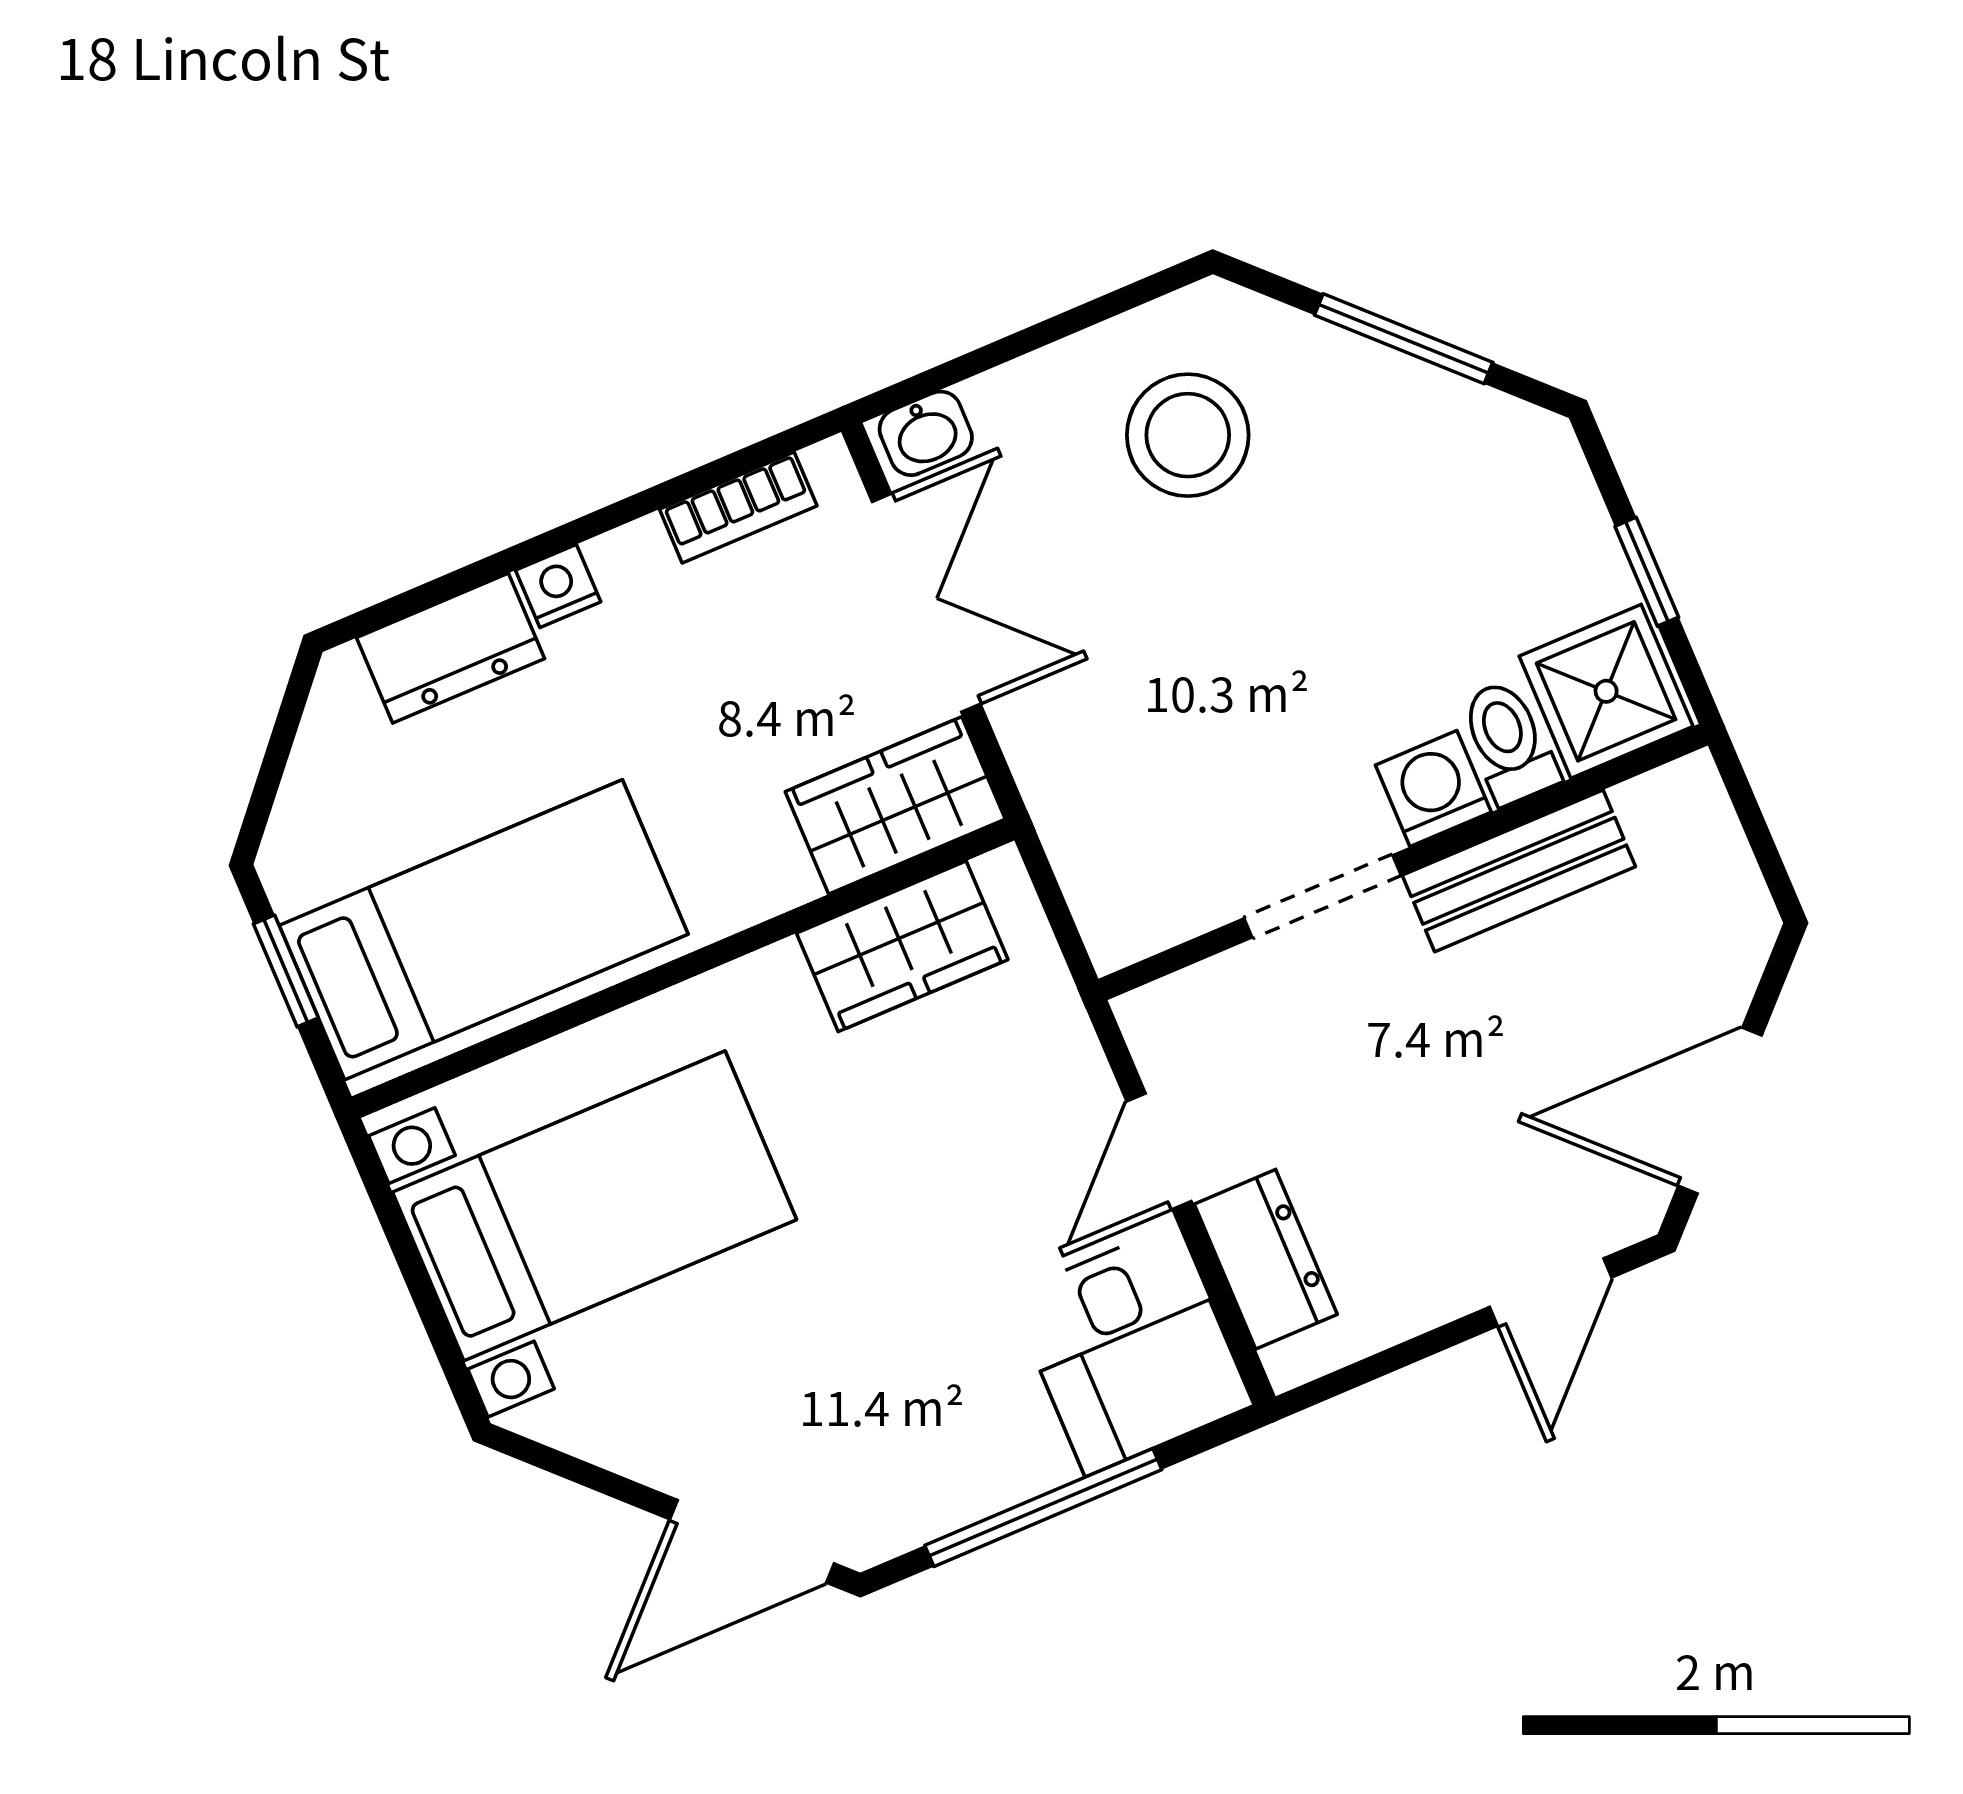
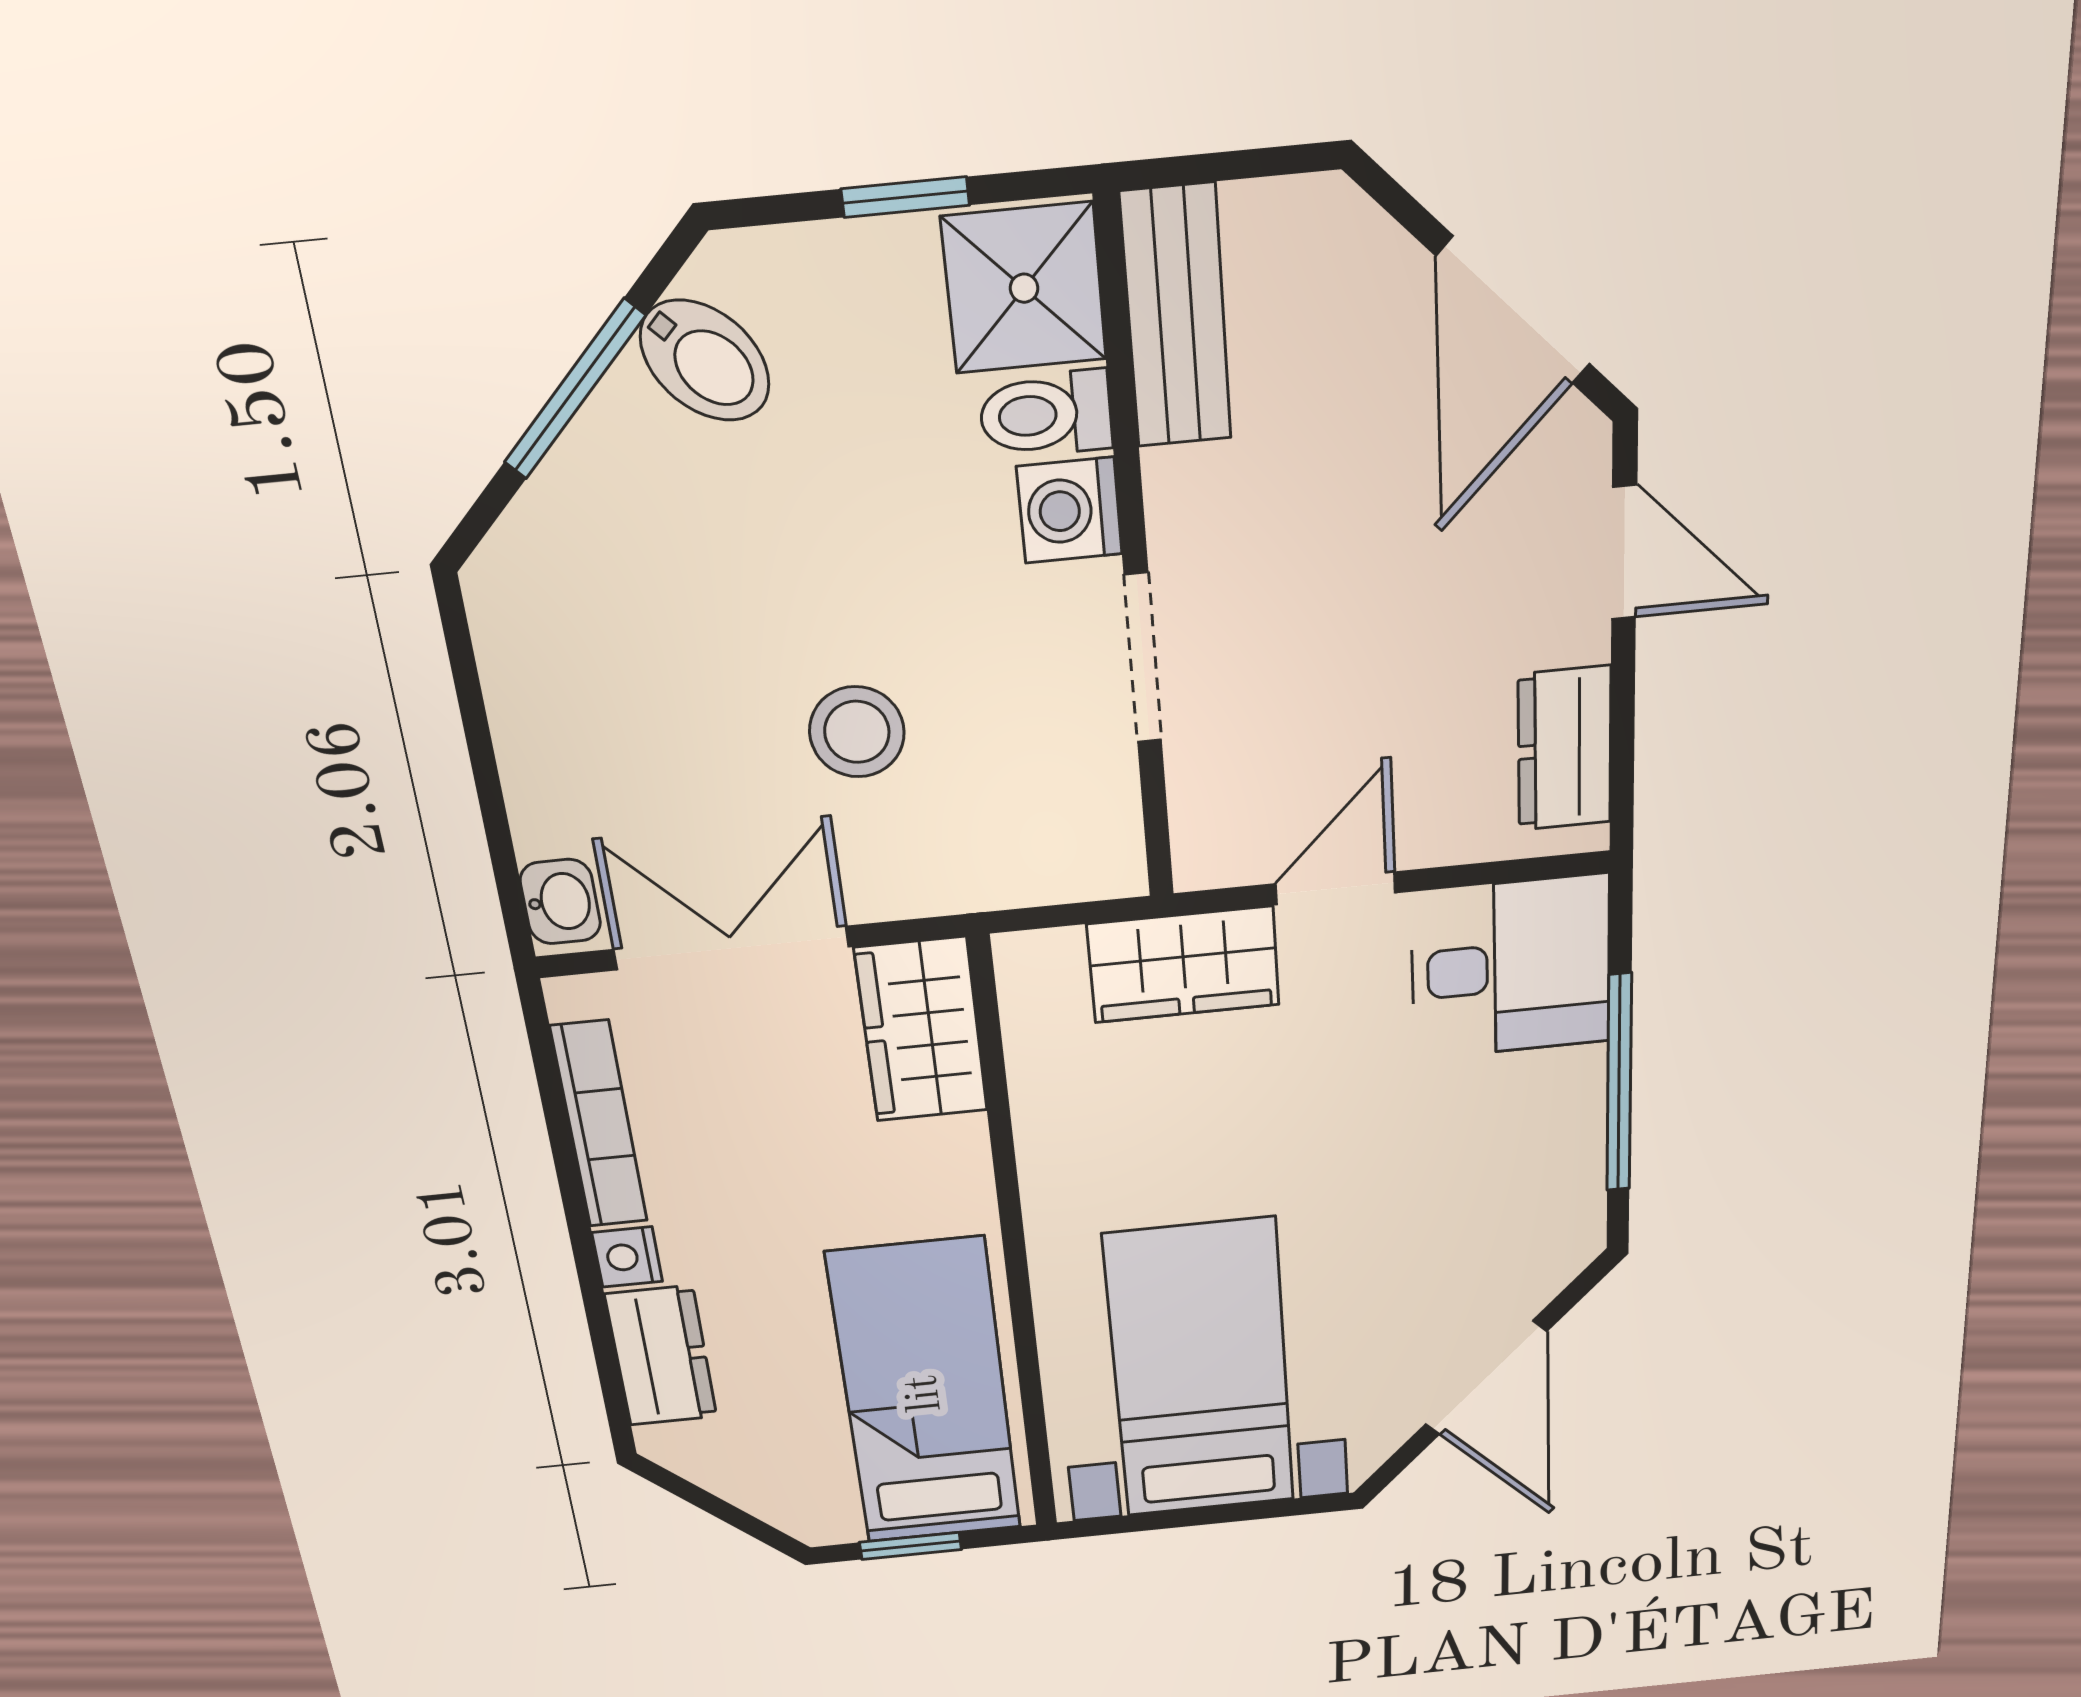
stool: (1188, 435) -> (857, 732), moved, width x0.73, depth x0.73
bidet: (1462, 442) -> (705, 360), added
bookcase: (738, 507) -> (599, 1125), width x1.56
bench: (1519, 871) -> (1176, 317), moved
wardrobe: (902, 946) -> (1183, 965), moved, turned 90
door: (1159, 1151) -> (1335, 888), swing flipped
dresser: (1266, 1259) -> (1565, 749), moved, turned -90
door: (752, 1541) -> (1486, 1378), moved

